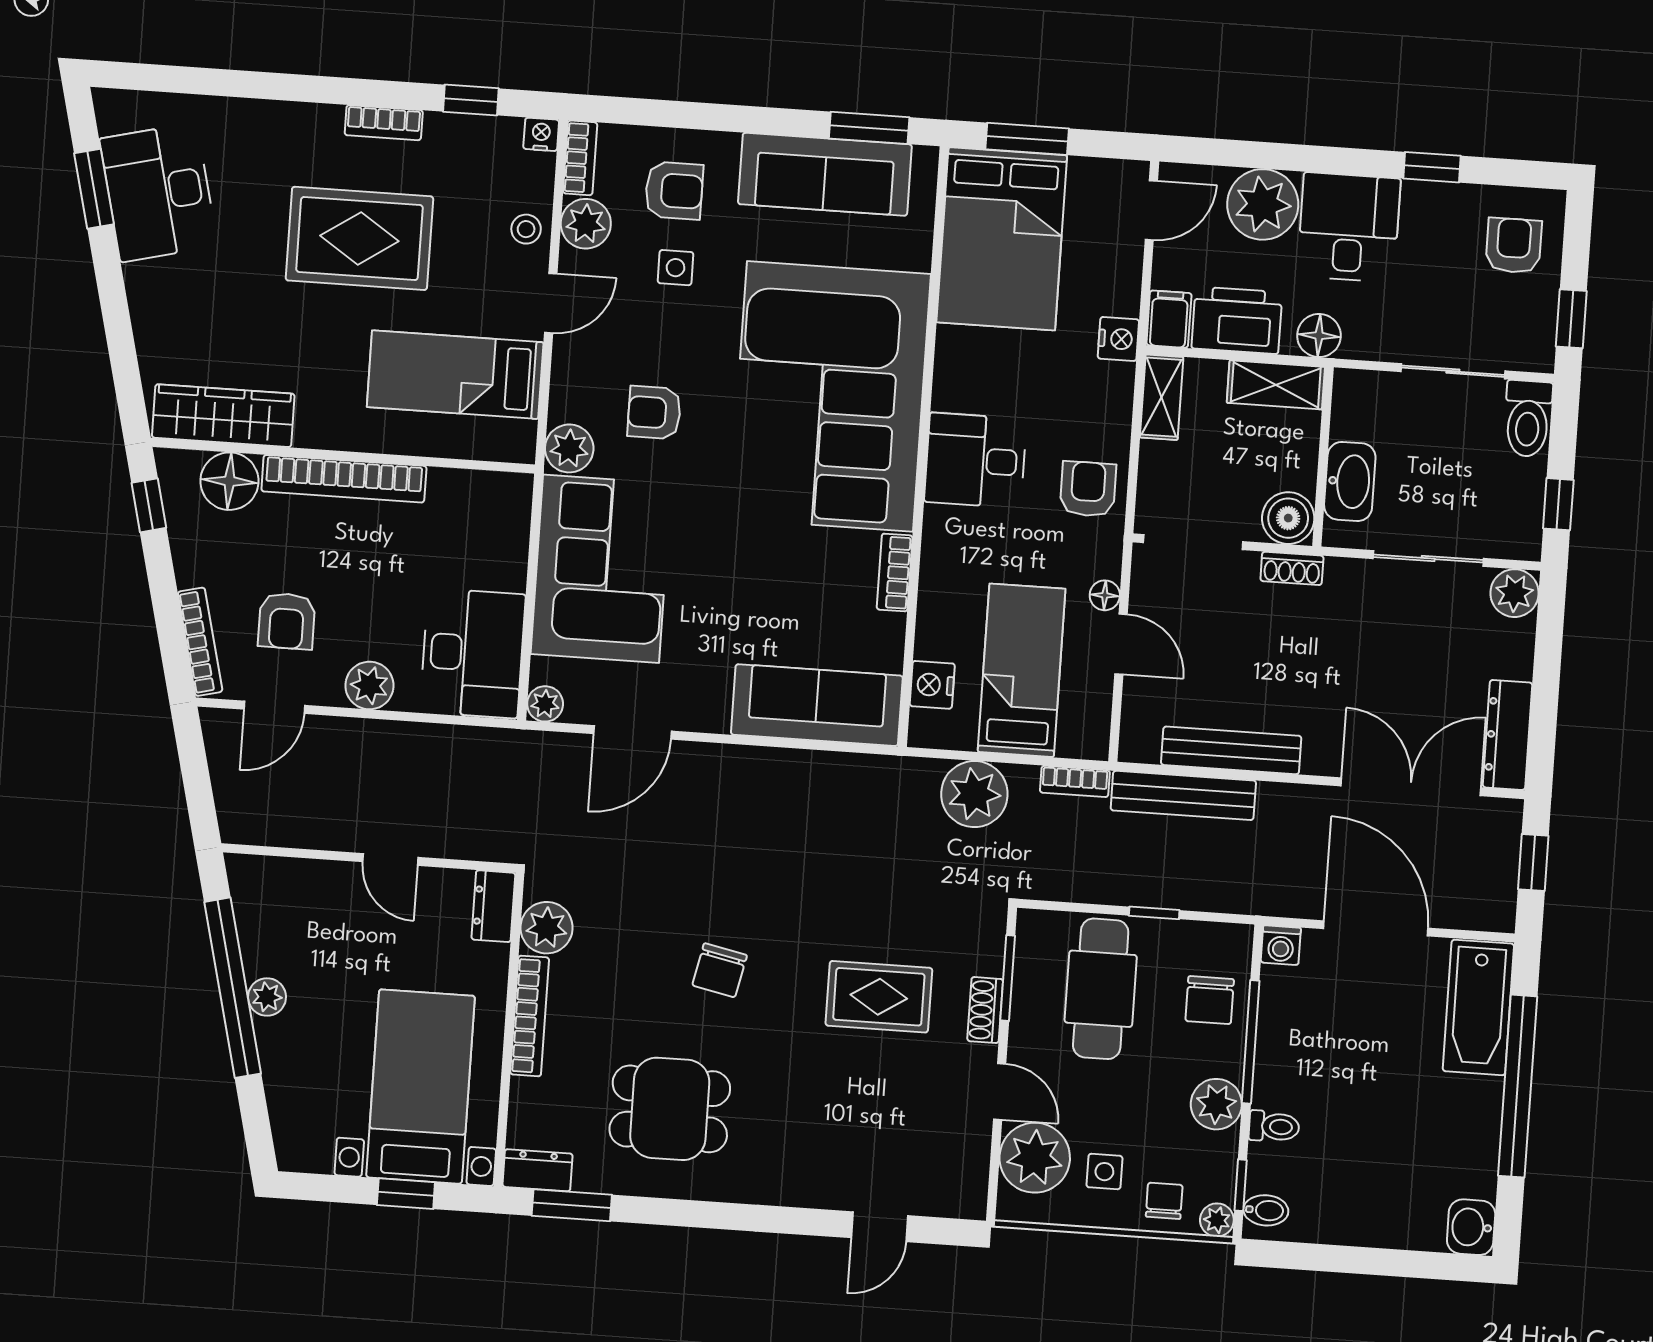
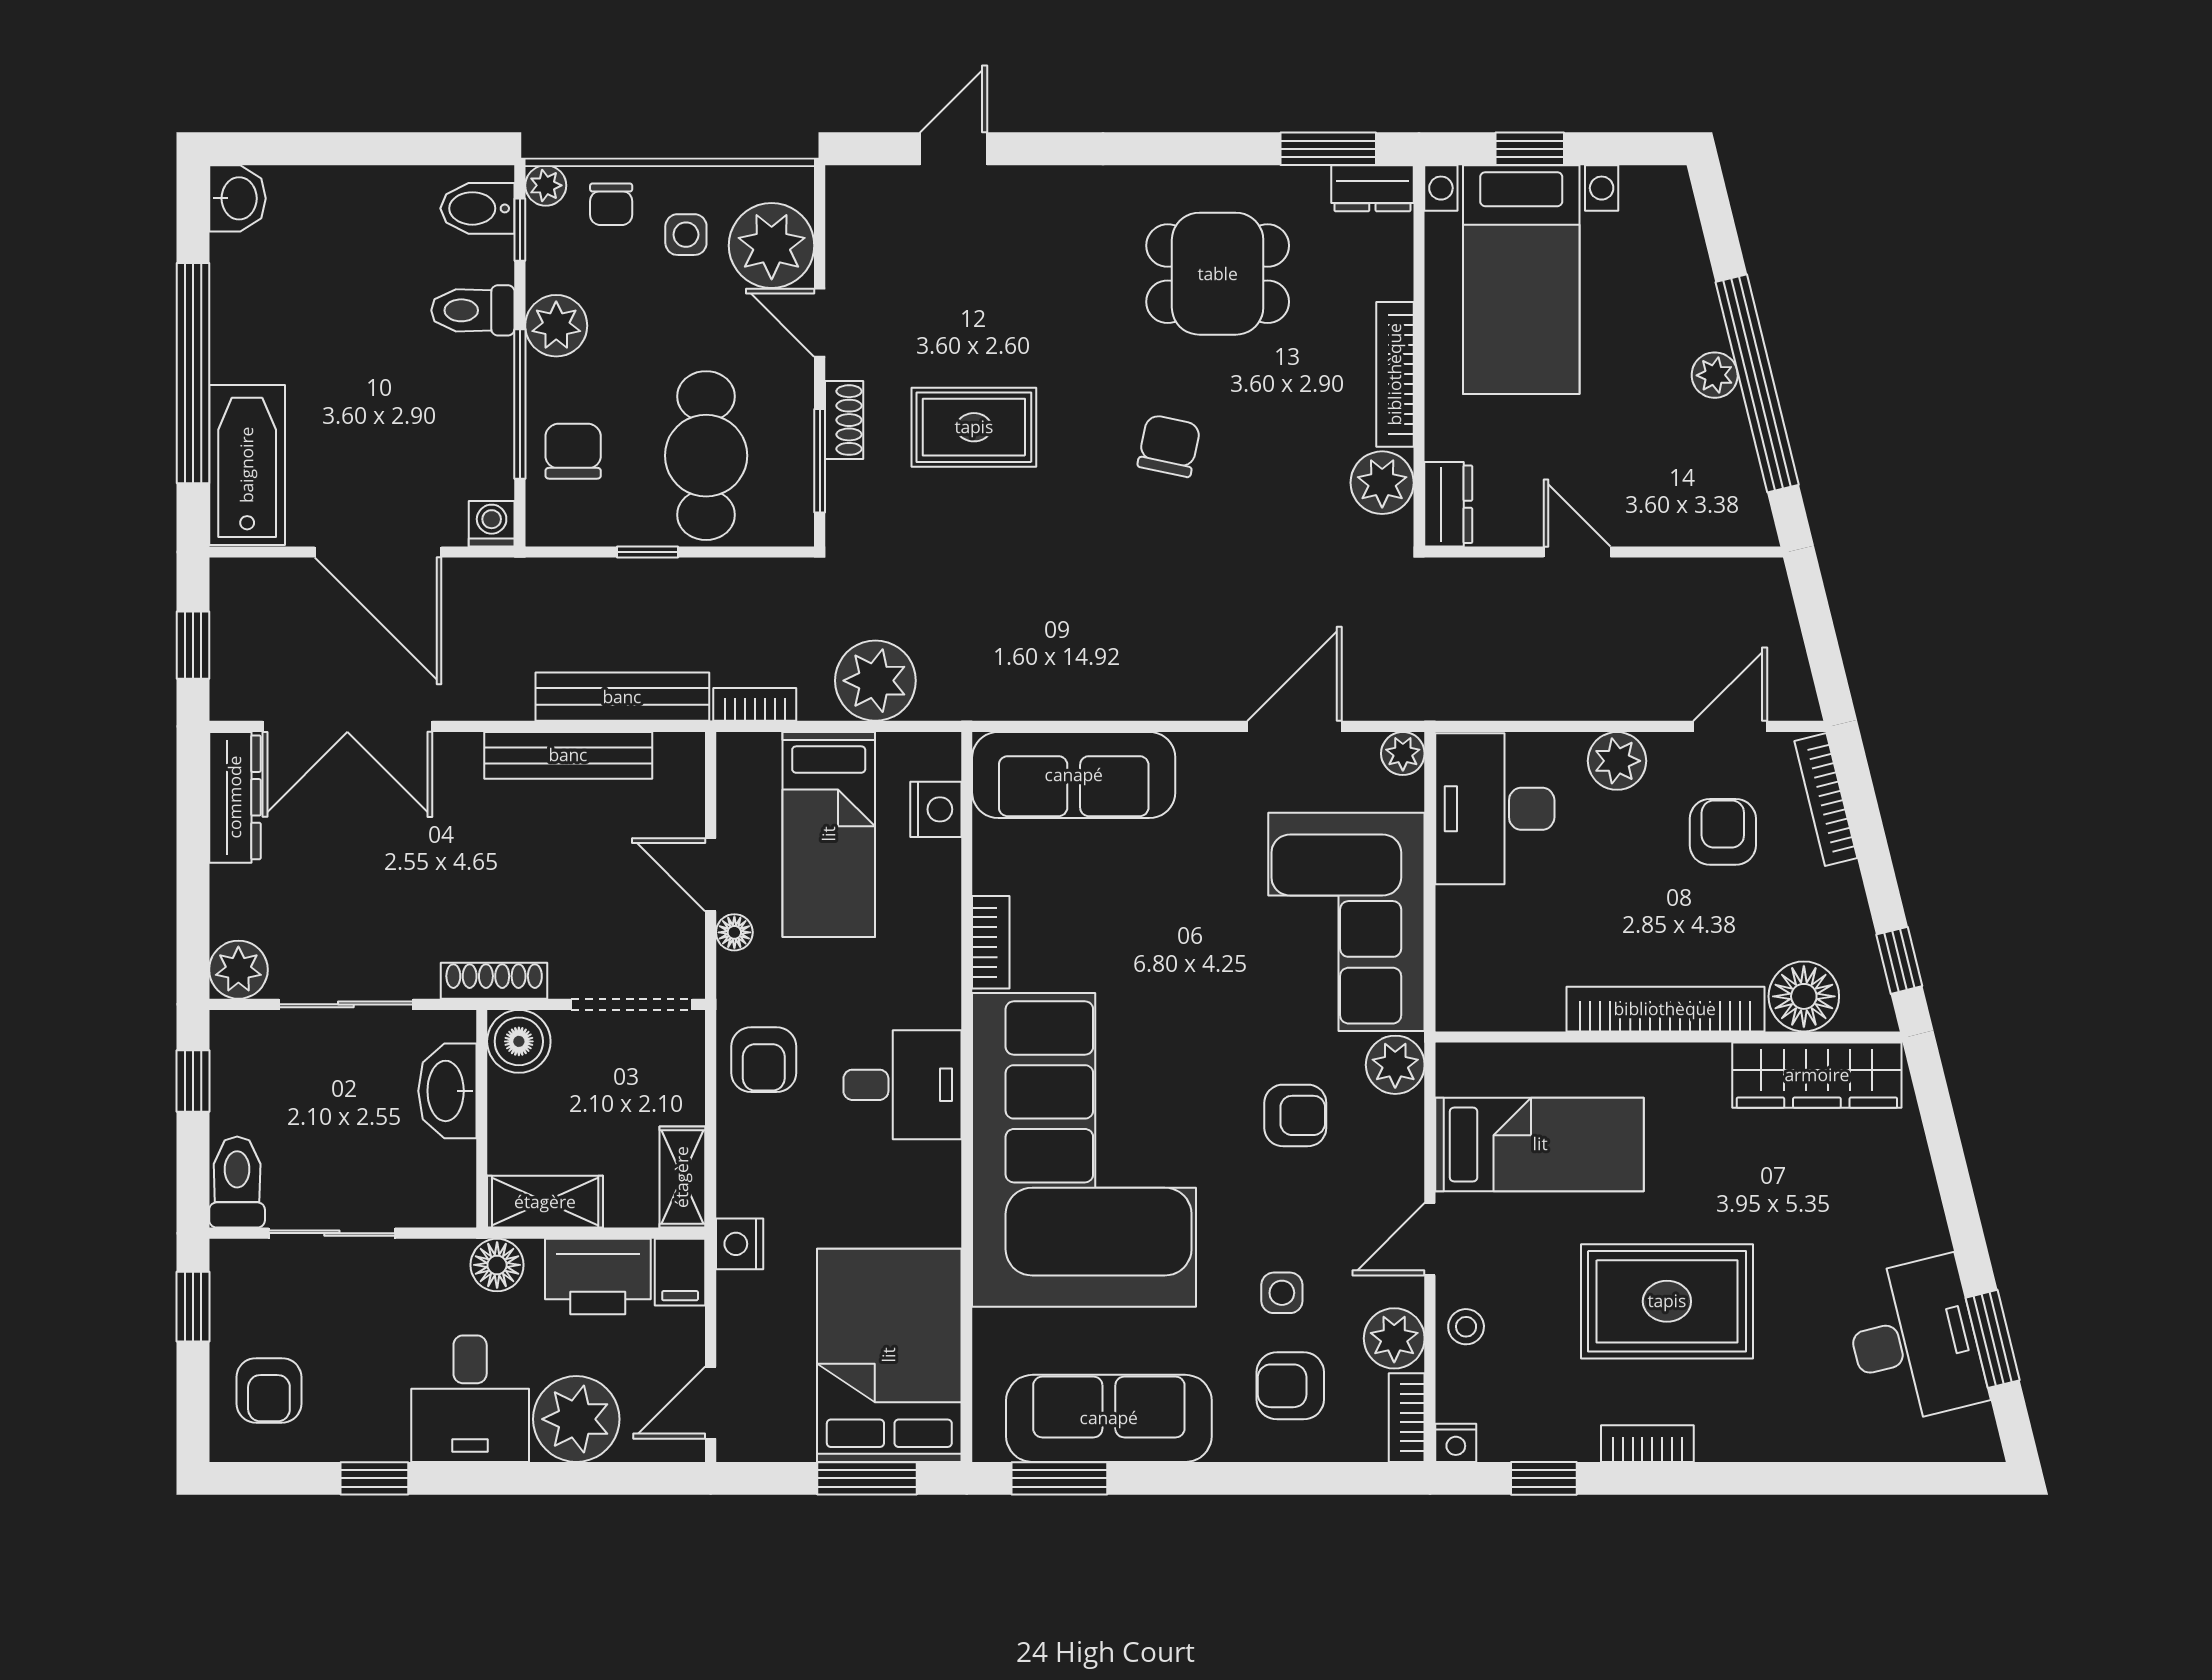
shoe rack: (1292, 568) -> (494, 981), width x1.43
toilet: (1274, 1127) -> (473, 310), width x1.37, depth x1.39
bidet: (1266, 1210) -> (477, 208), width x1.38, depth x1.36

